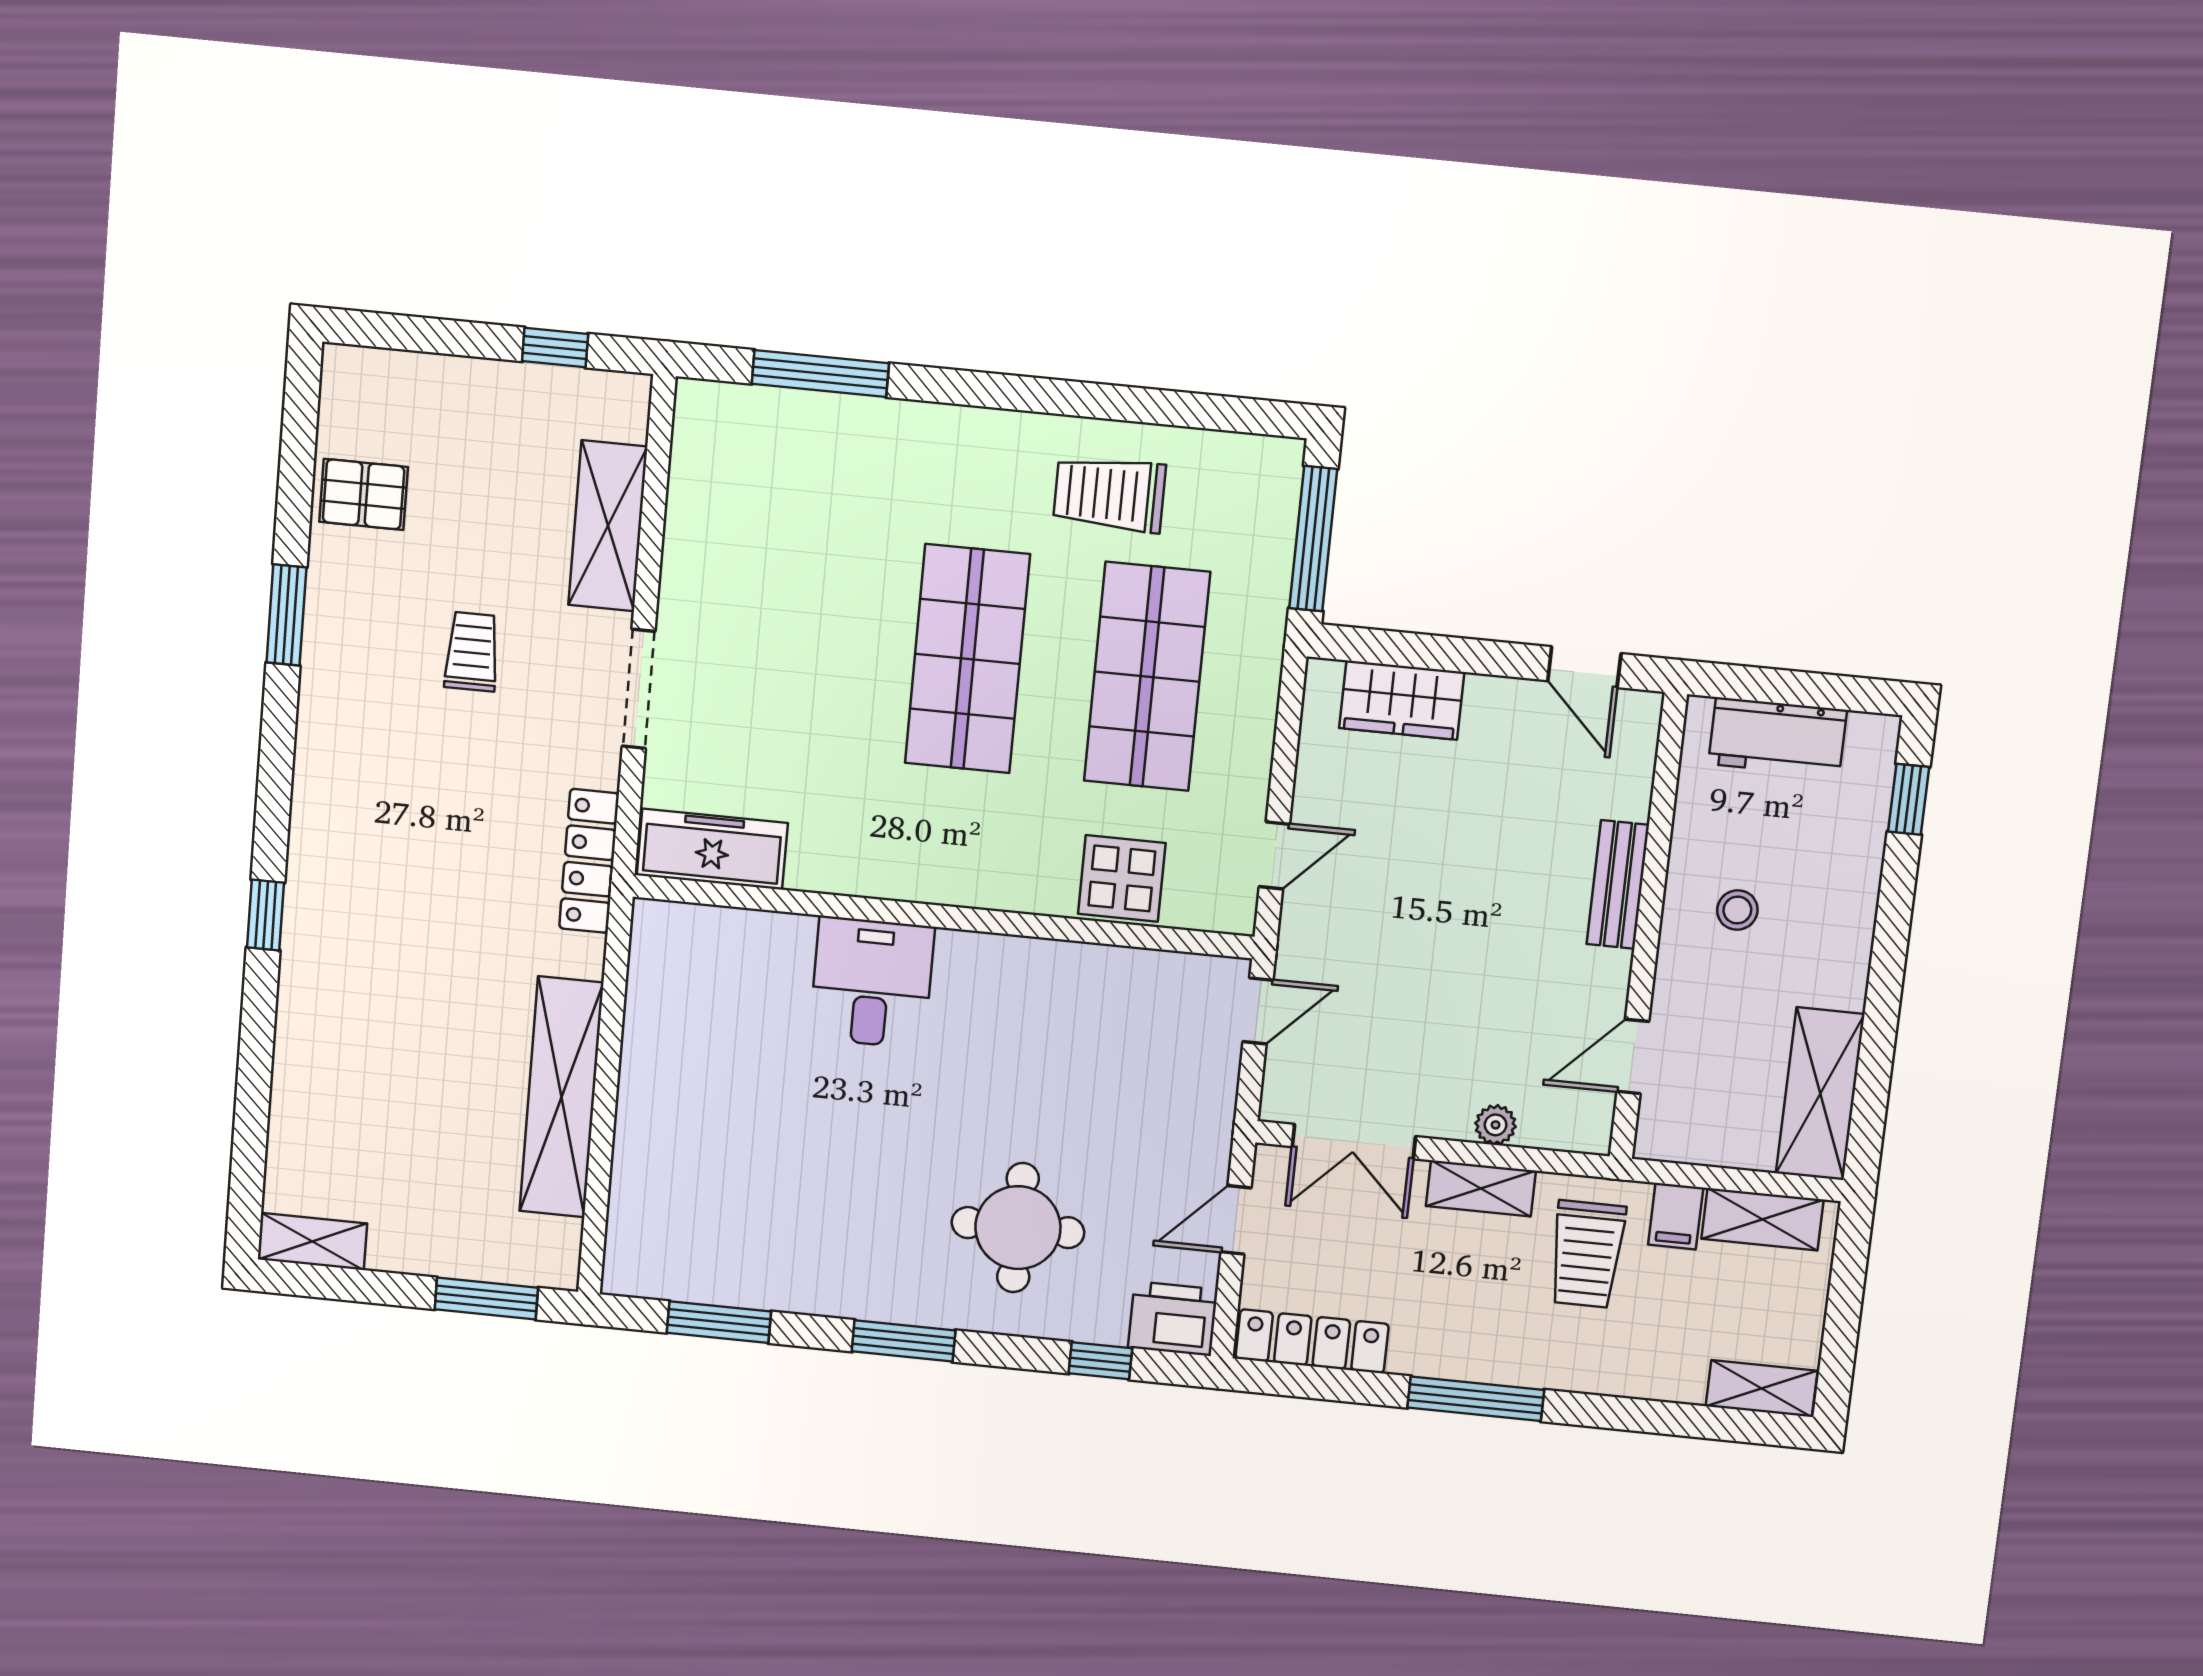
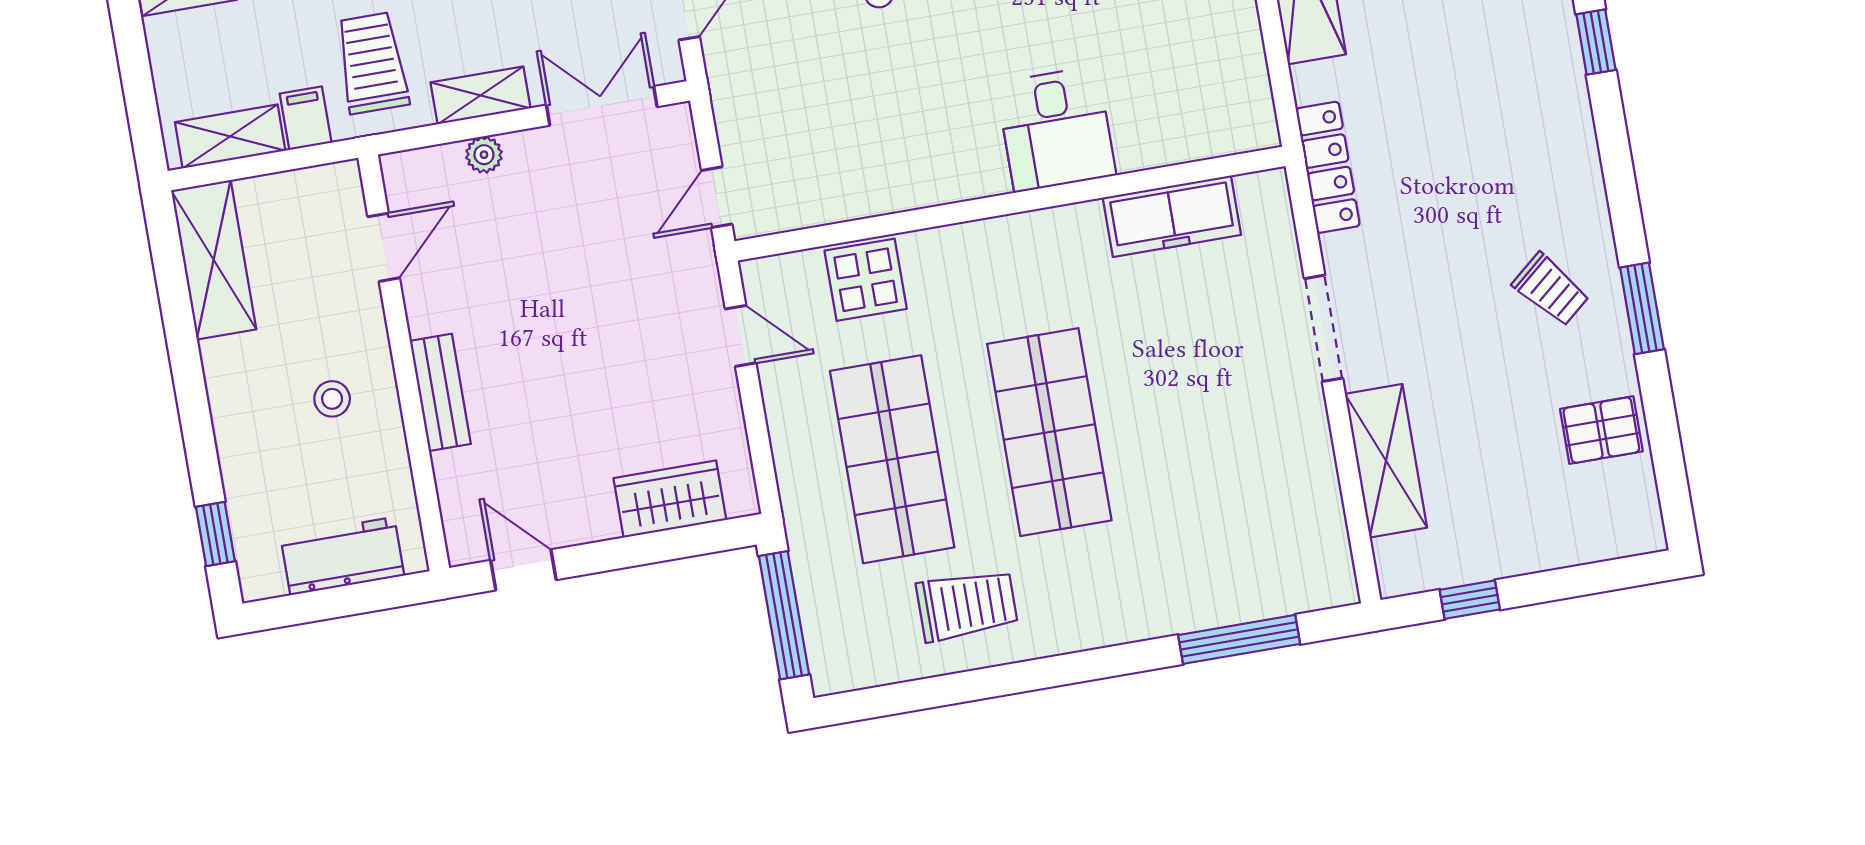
trolley: (472, 652) -> (1551, 290), moved, turned -40
freezer: (712, 849) -> (1172, 216), moved
door: (1274, 855) -> (741, 336), swing flipped

